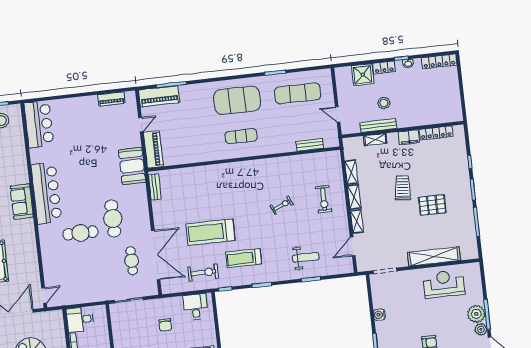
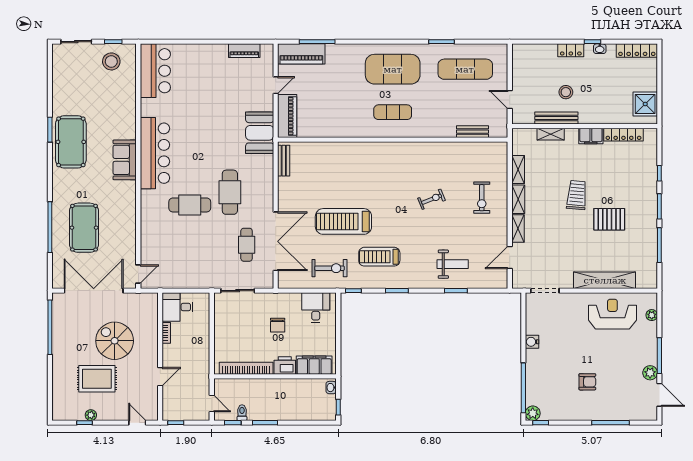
shower: (363, 75) -> (645, 104), moved
plant: (476, 314) -> (652, 315), moved, width x0.53, depth x0.53

